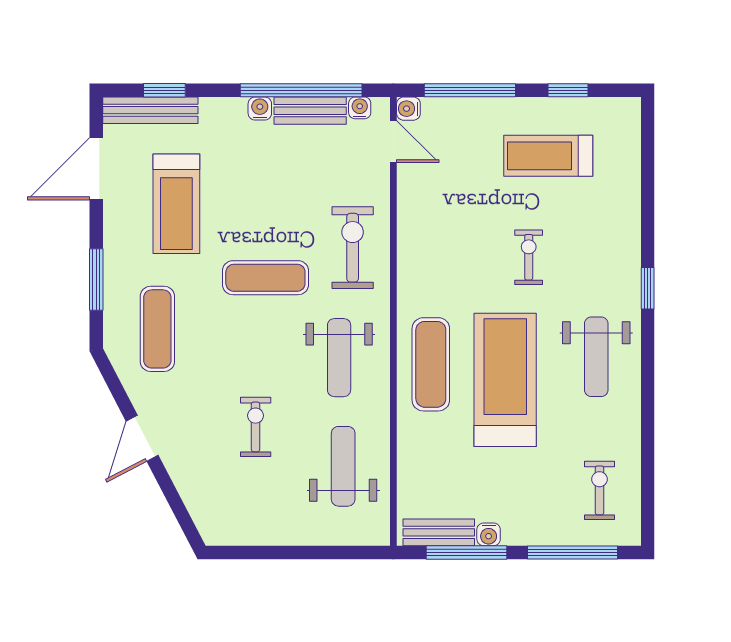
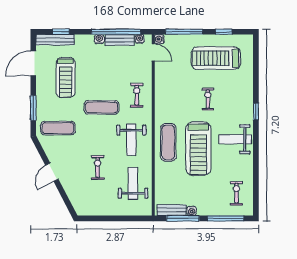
treadmill: (548, 156) -> (216, 58), width x1.37, depth x1.38
exercise bike: (353, 248) -> (137, 95), width x0.73, depth x0.72
exercise mat: (157, 329) -> (58, 128), turned 90
weight bench: (596, 357) -> (235, 139), turned 90
treadmill: (505, 380) -> (198, 149), turned 180

